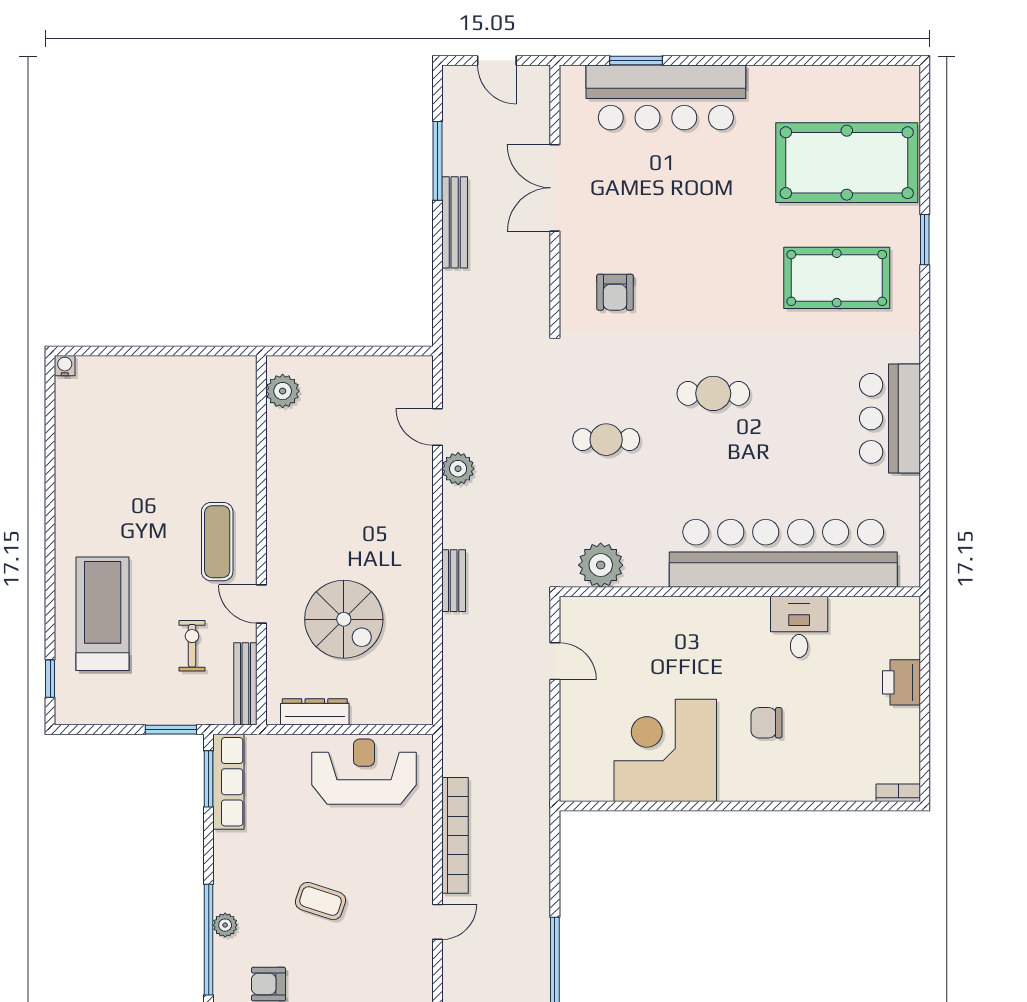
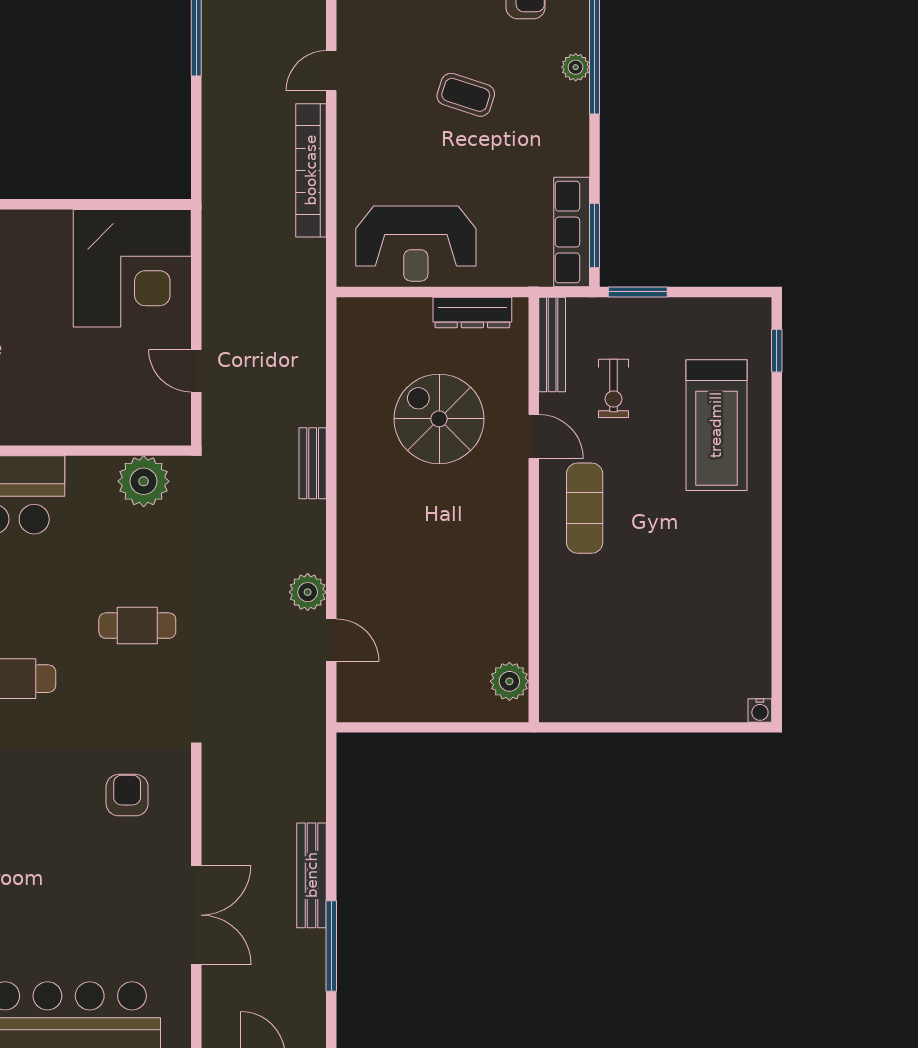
corner desk: (665, 750) -> (132, 268), moved

